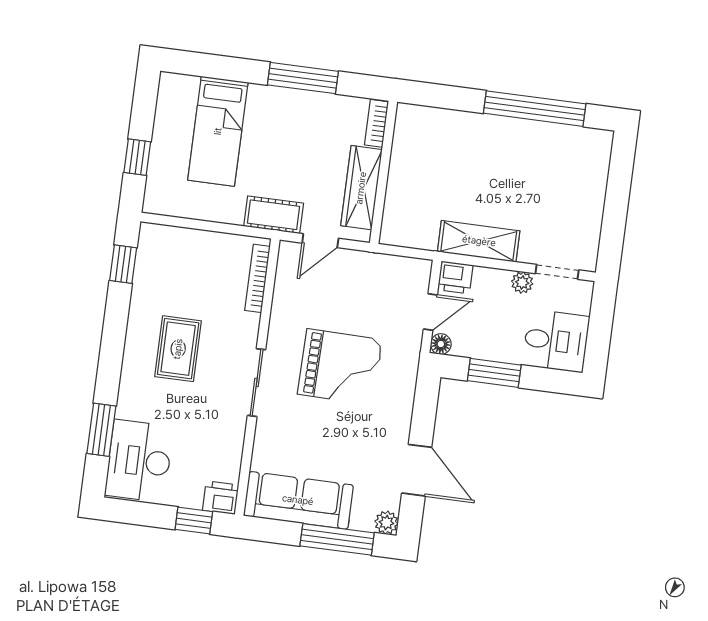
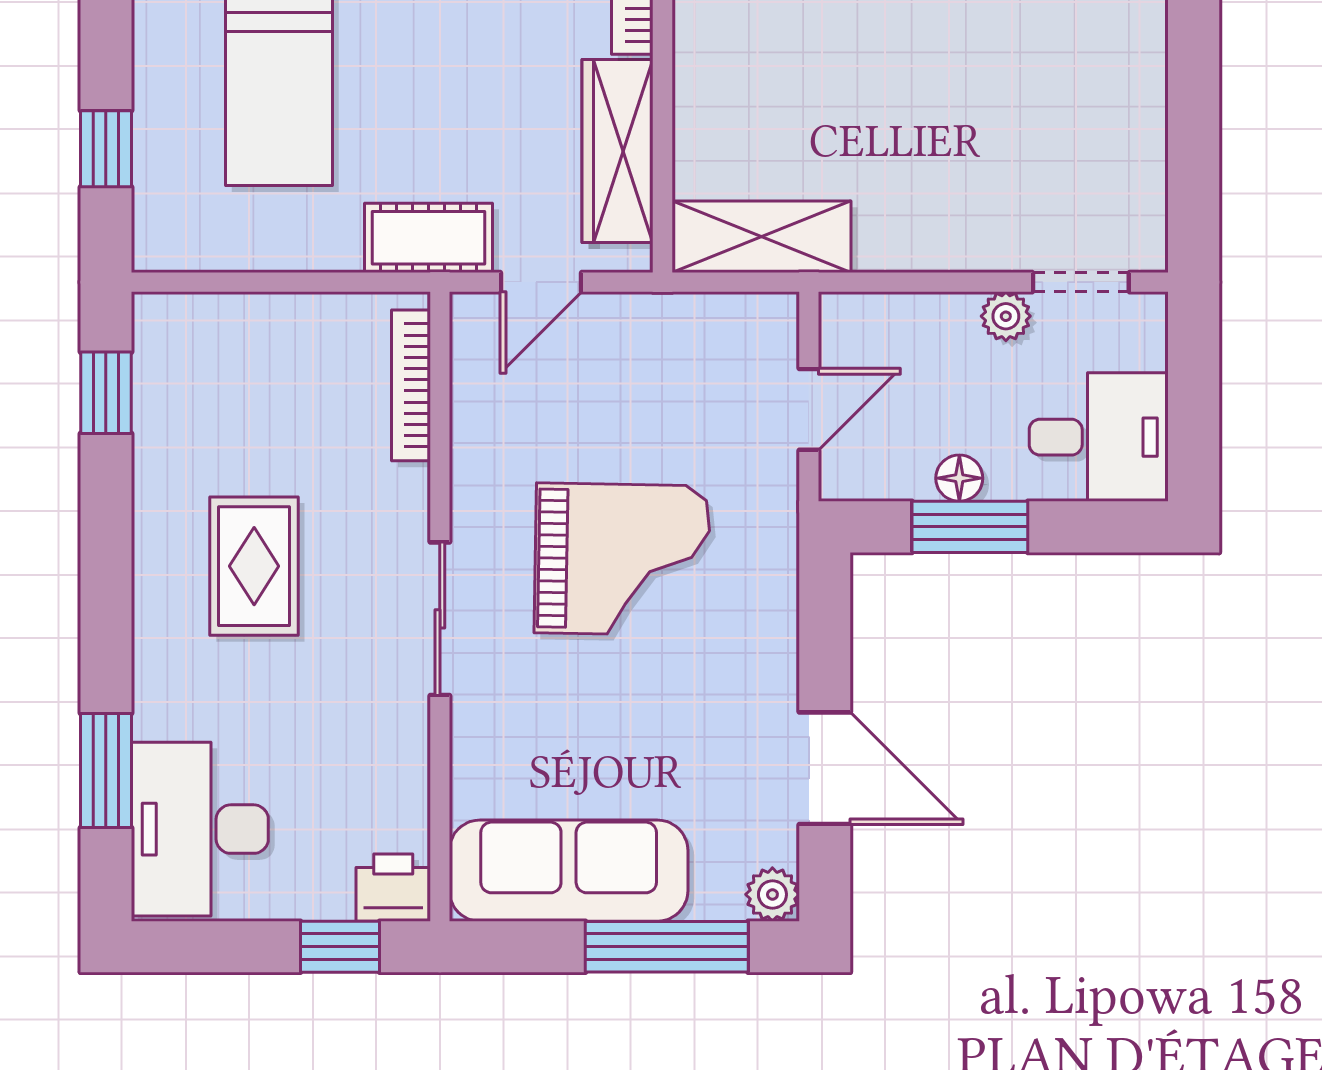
shelving: (479, 241) -> (761, 237), moved
printer: (455, 277) -> (855, 325), removed
floor lamp: (441, 344) -> (959, 478), moved

